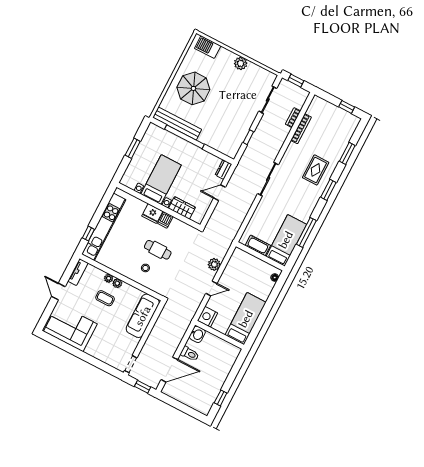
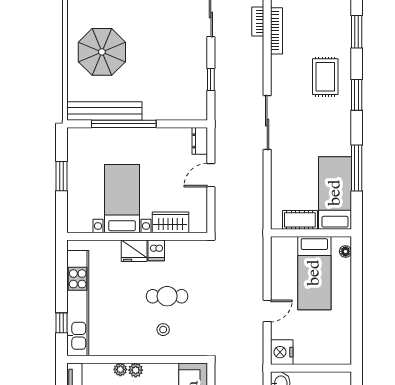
plant: (214, 264) -> (254, 276), removed
bed: (246, 319) -> (314, 273), moved, turned 180

